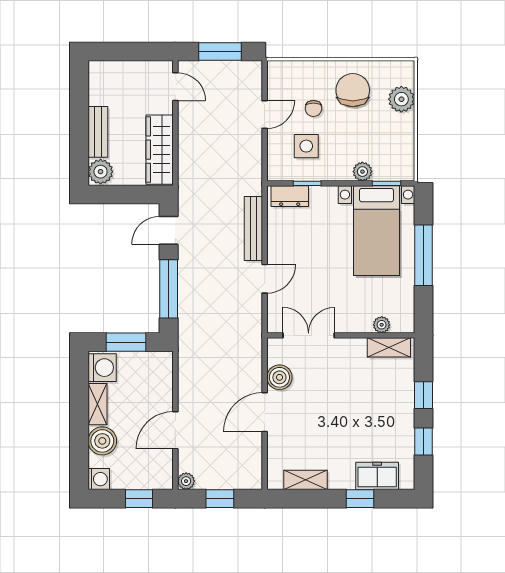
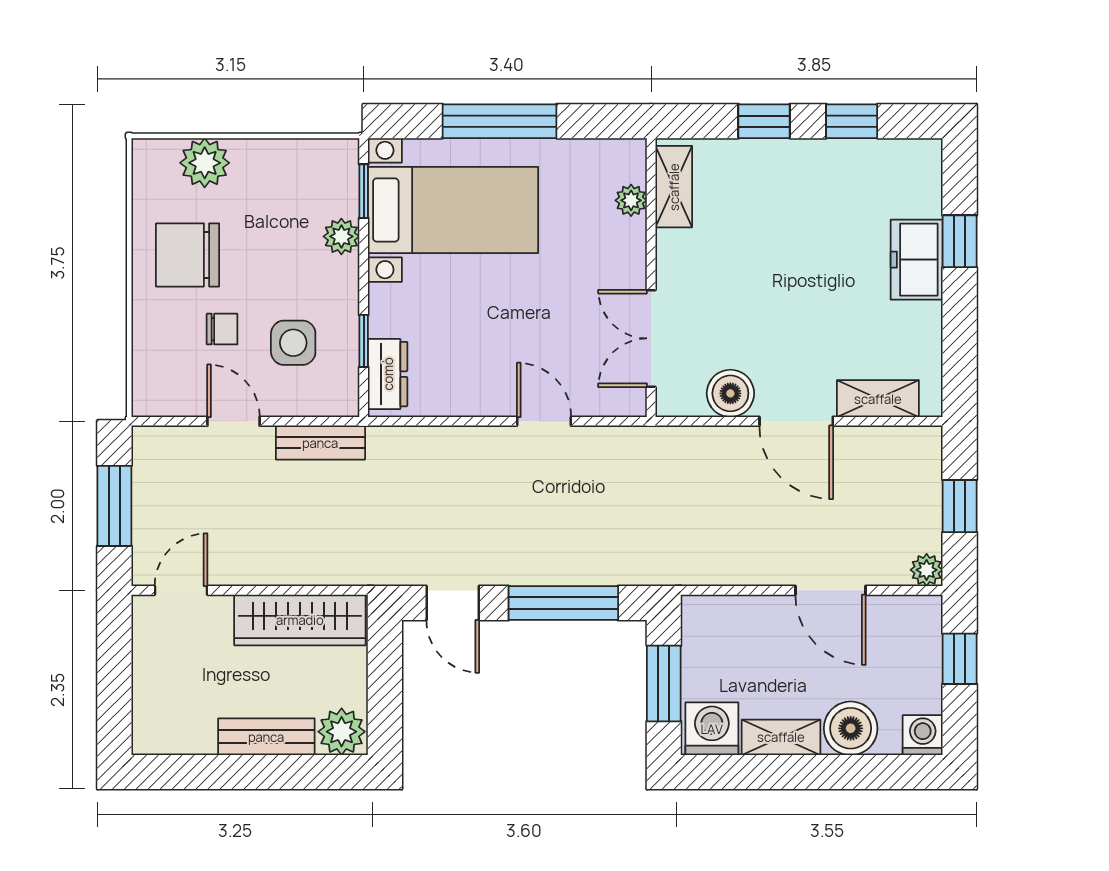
bench: (253, 229) -> (320, 443), moved, width x0.73
freezer: (377, 476) -> (917, 260), moved
shelving: (306, 480) -> (878, 399), moved, turned 90

